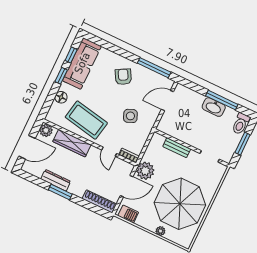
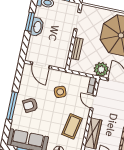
window: (154, 68) -> (12, 106), moved
window: (222, 100) -> (30, 22), width x0.69
coffee table: (86, 120) -> (72, 126), width x0.73, depth x0.76
door: (109, 152) -> (93, 102), swing flipped

